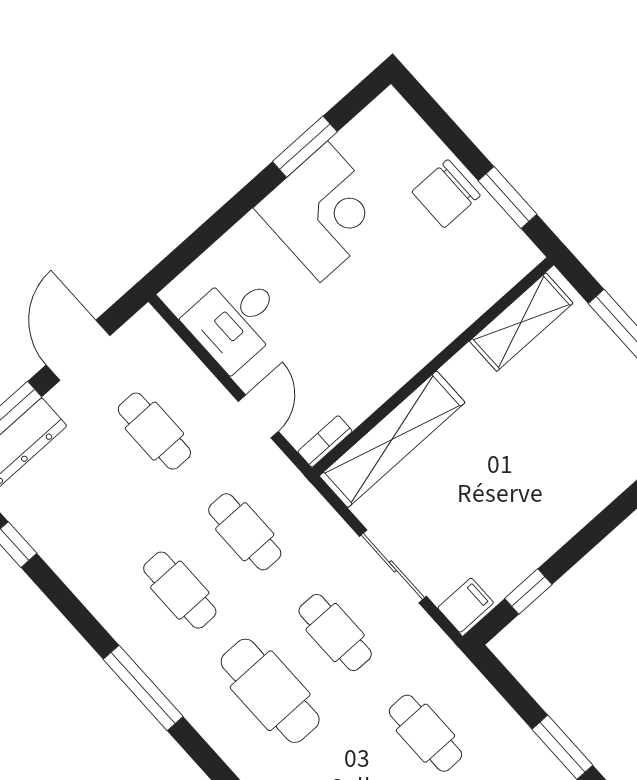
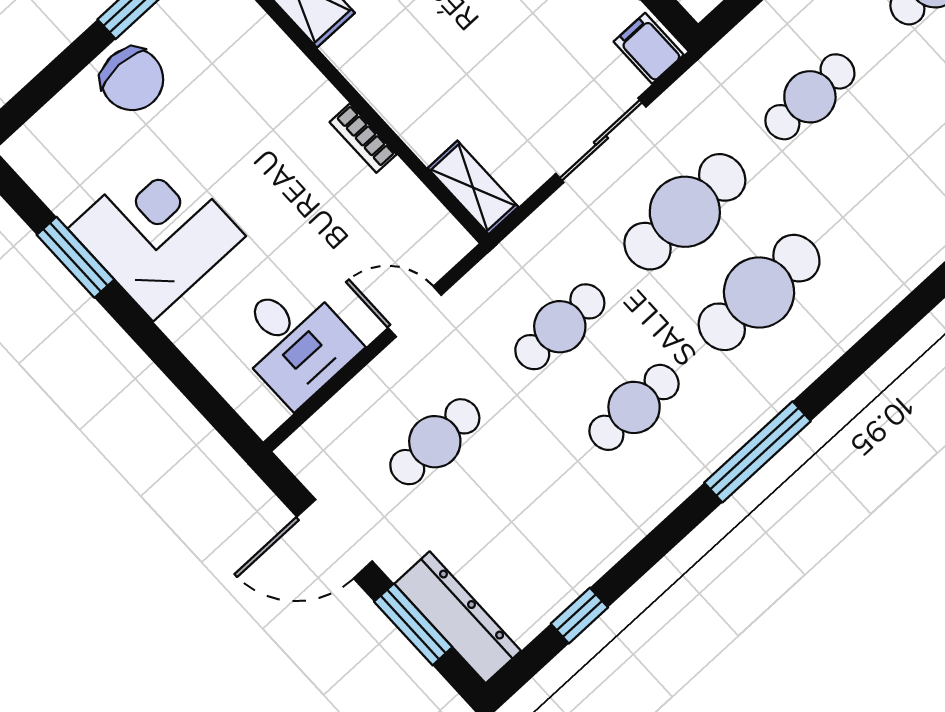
shelving: (392, 439) -> (473, 187), width x0.45, depth x0.75
bookcase: (325, 441) -> (363, 138), moved
cafe table: (335, 632) -> (685, 212), width x1.37, depth x1.35

